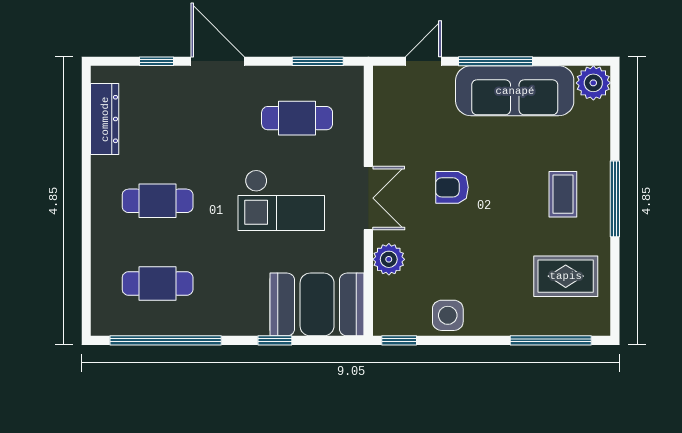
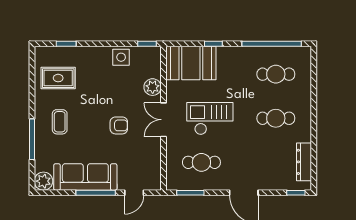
window: (156, 61) -> (296, 193), moved
window: (615, 199) -> (32, 139), moved
window: (551, 340) -> (66, 44), width x0.46

